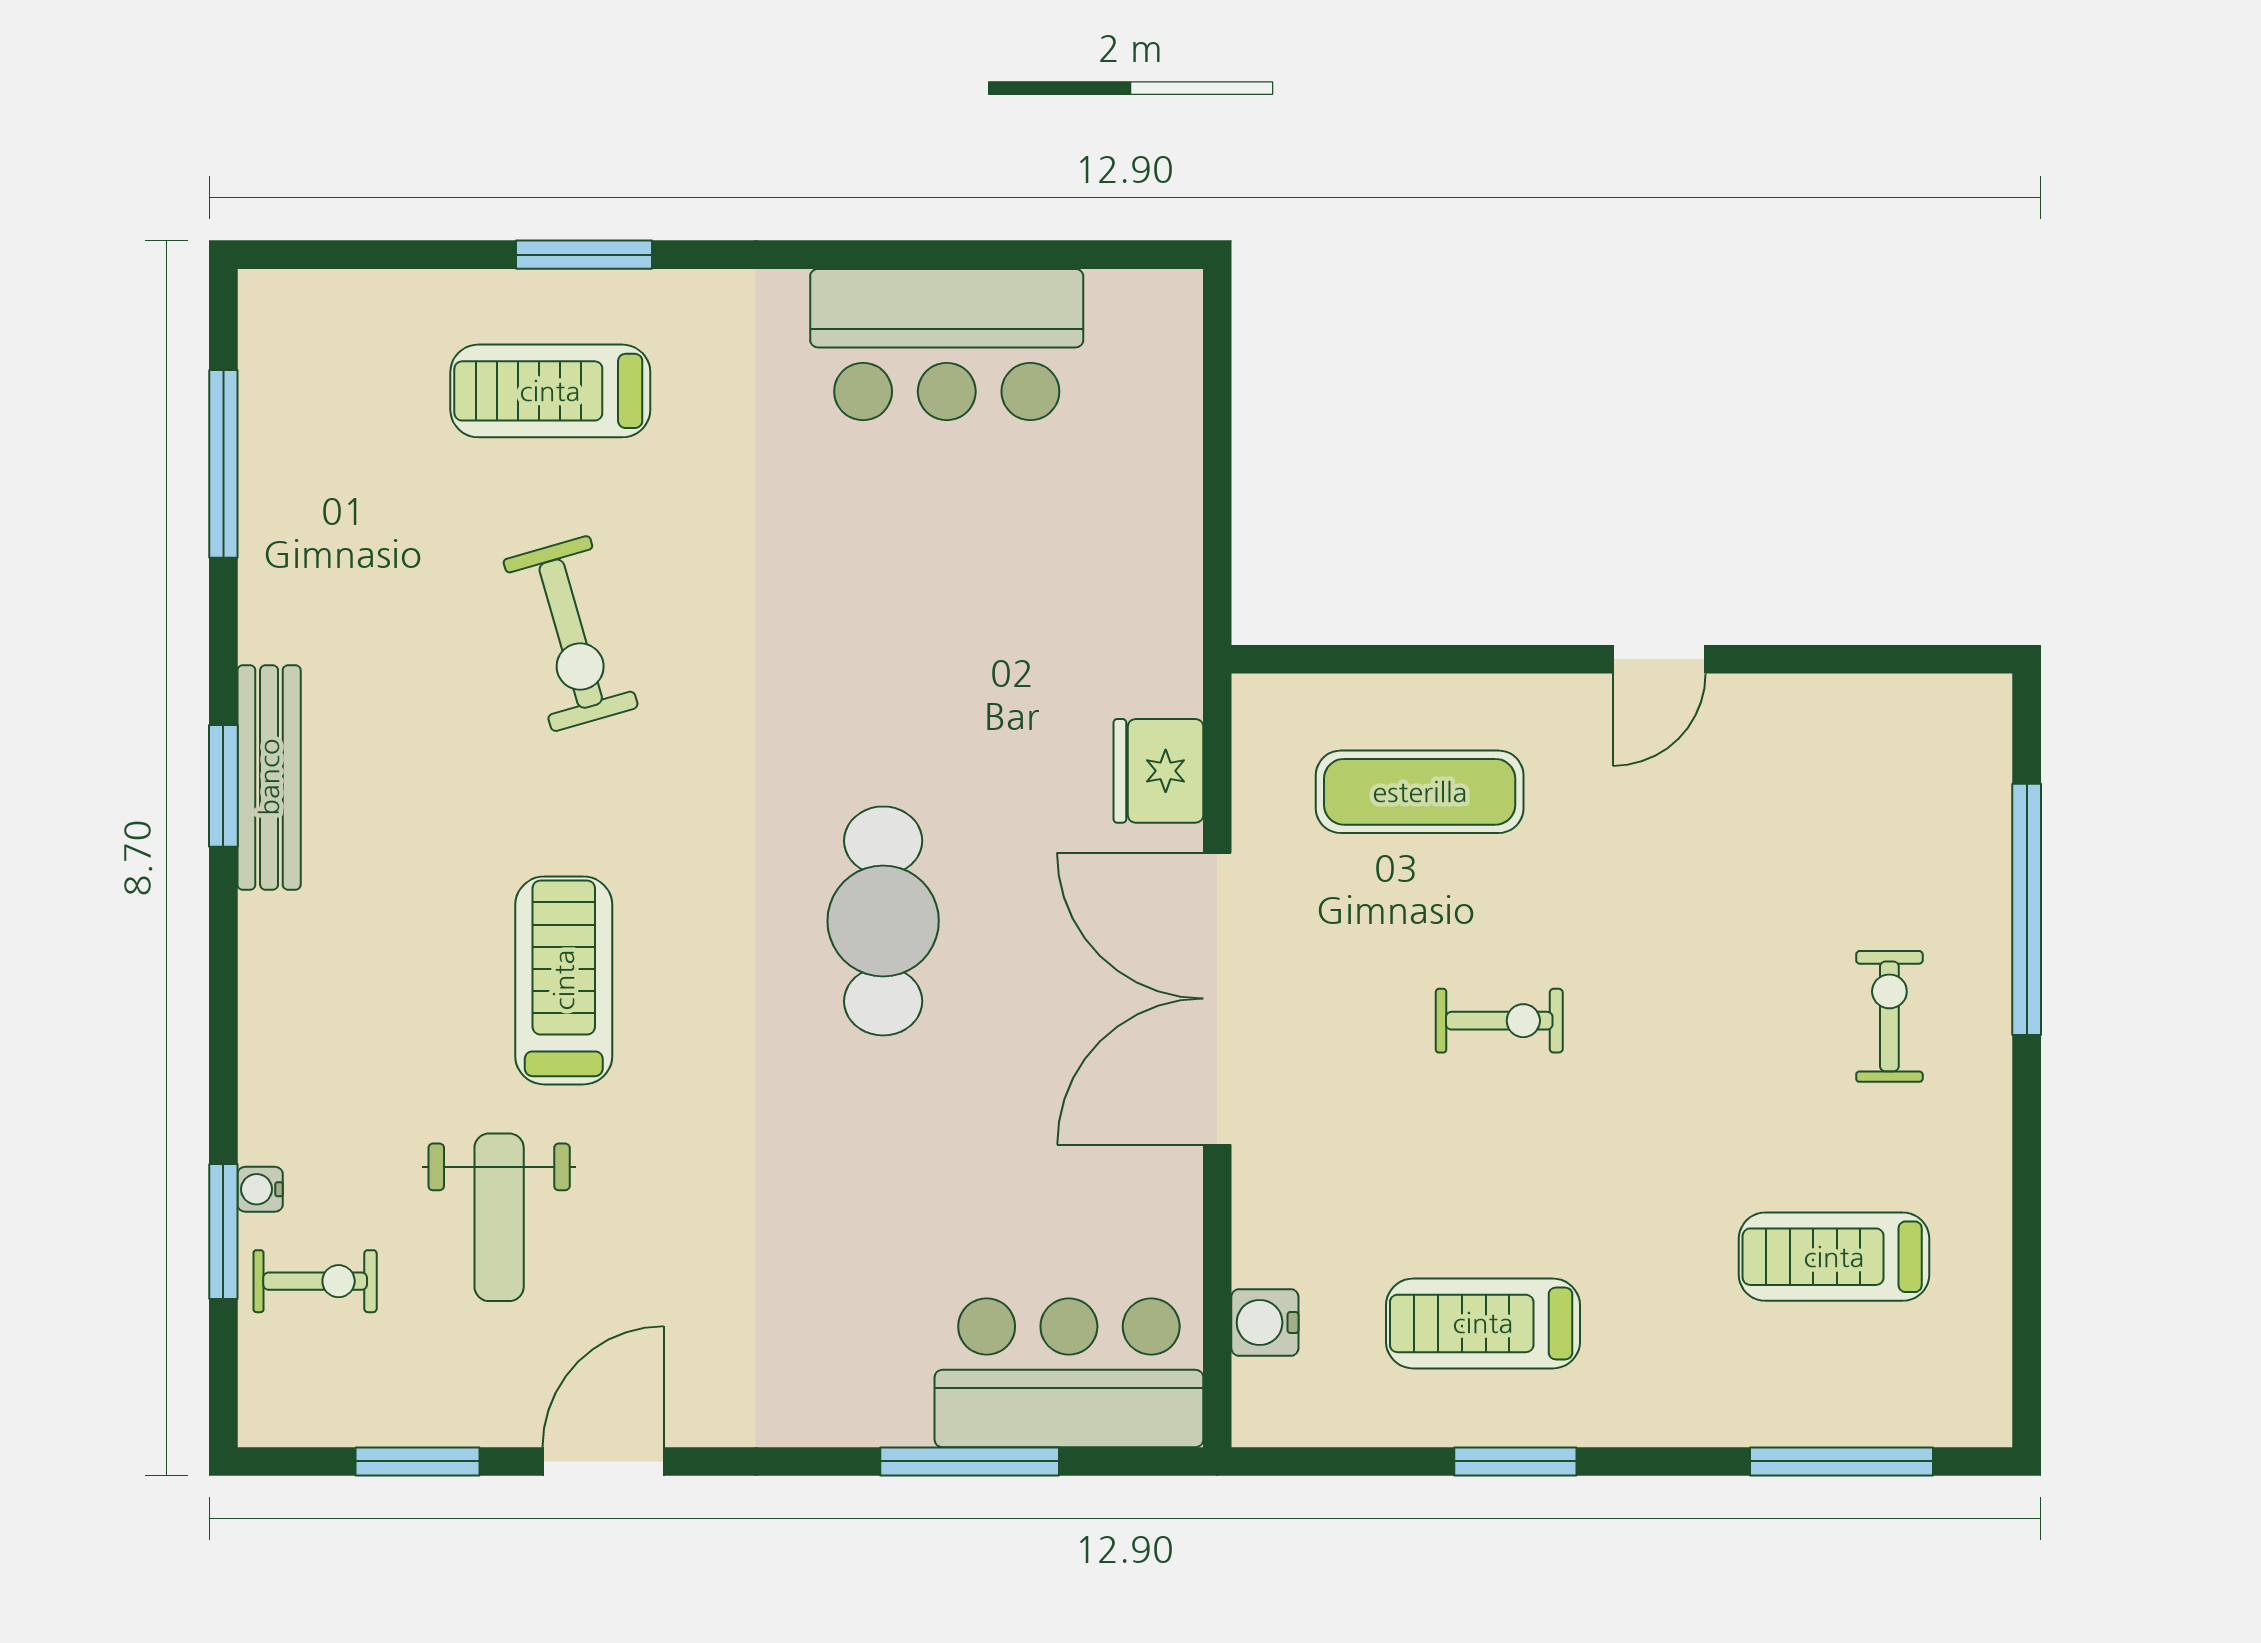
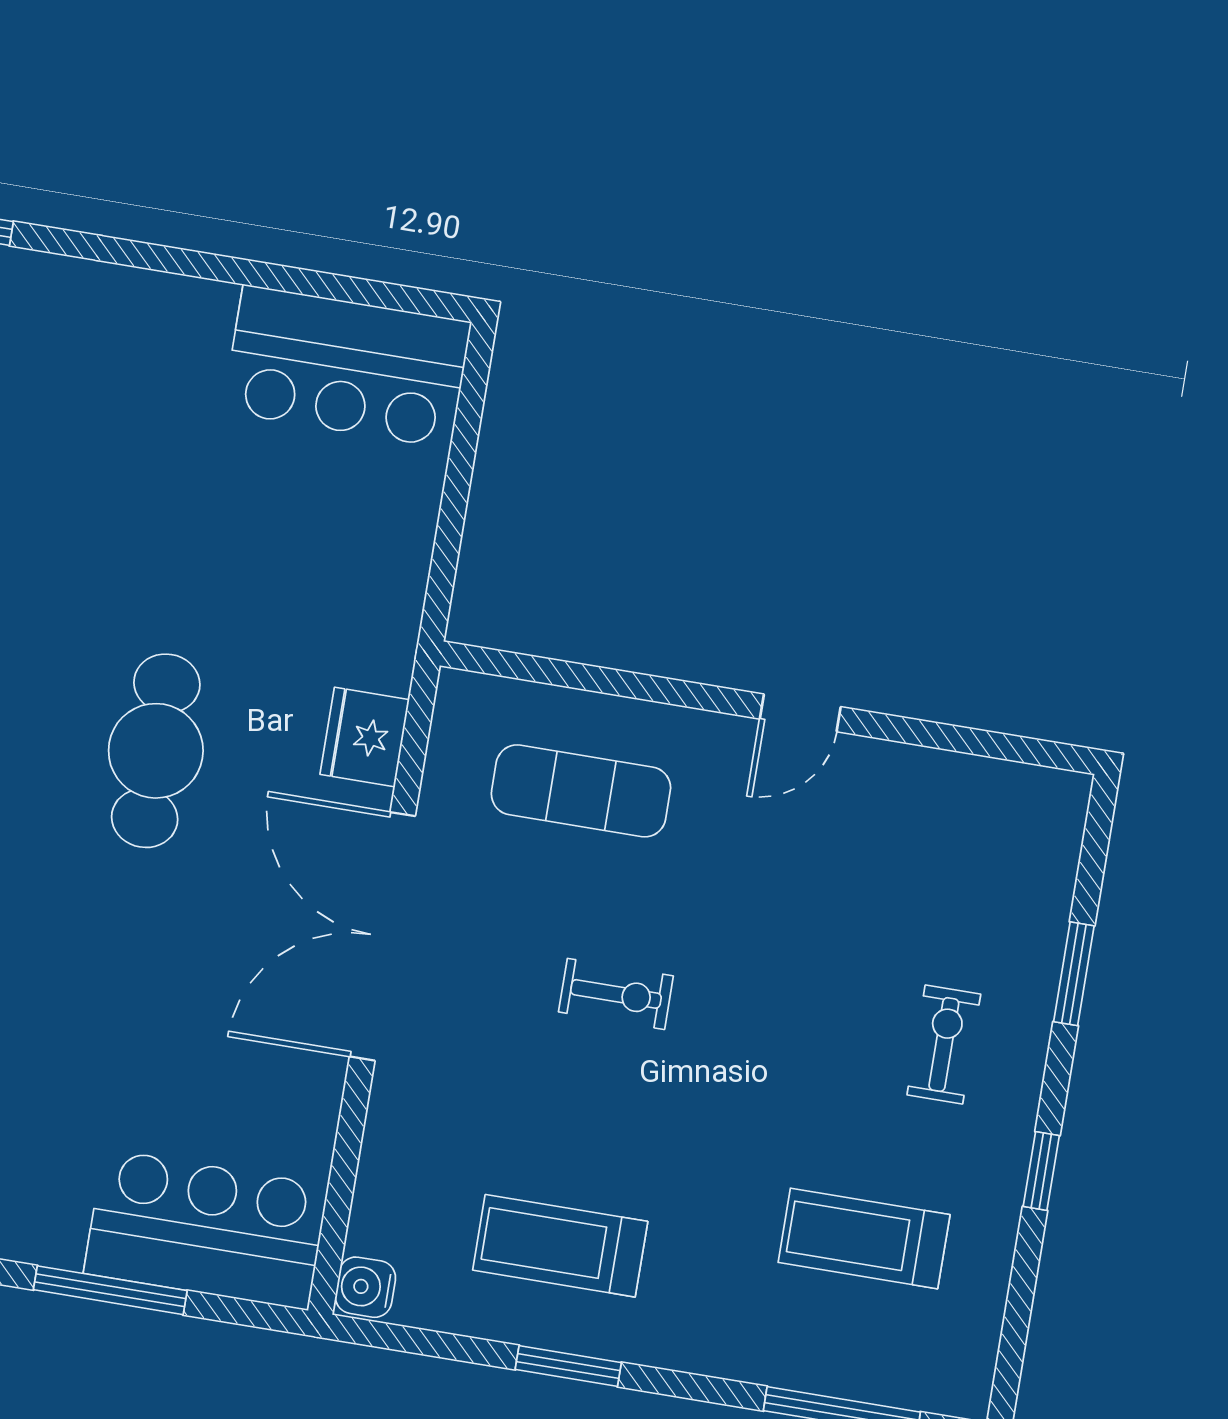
bar counter: (947, 345) -> (347, 367), moved
window: (2027, 909) -> (1074, 974), width x0.47
cafe table: (883, 921) -> (156, 751), moved
window: (2027, 1144) -> (1041, 1171), added
water cooler: (1265, 1323) -> (365, 1287), moved

